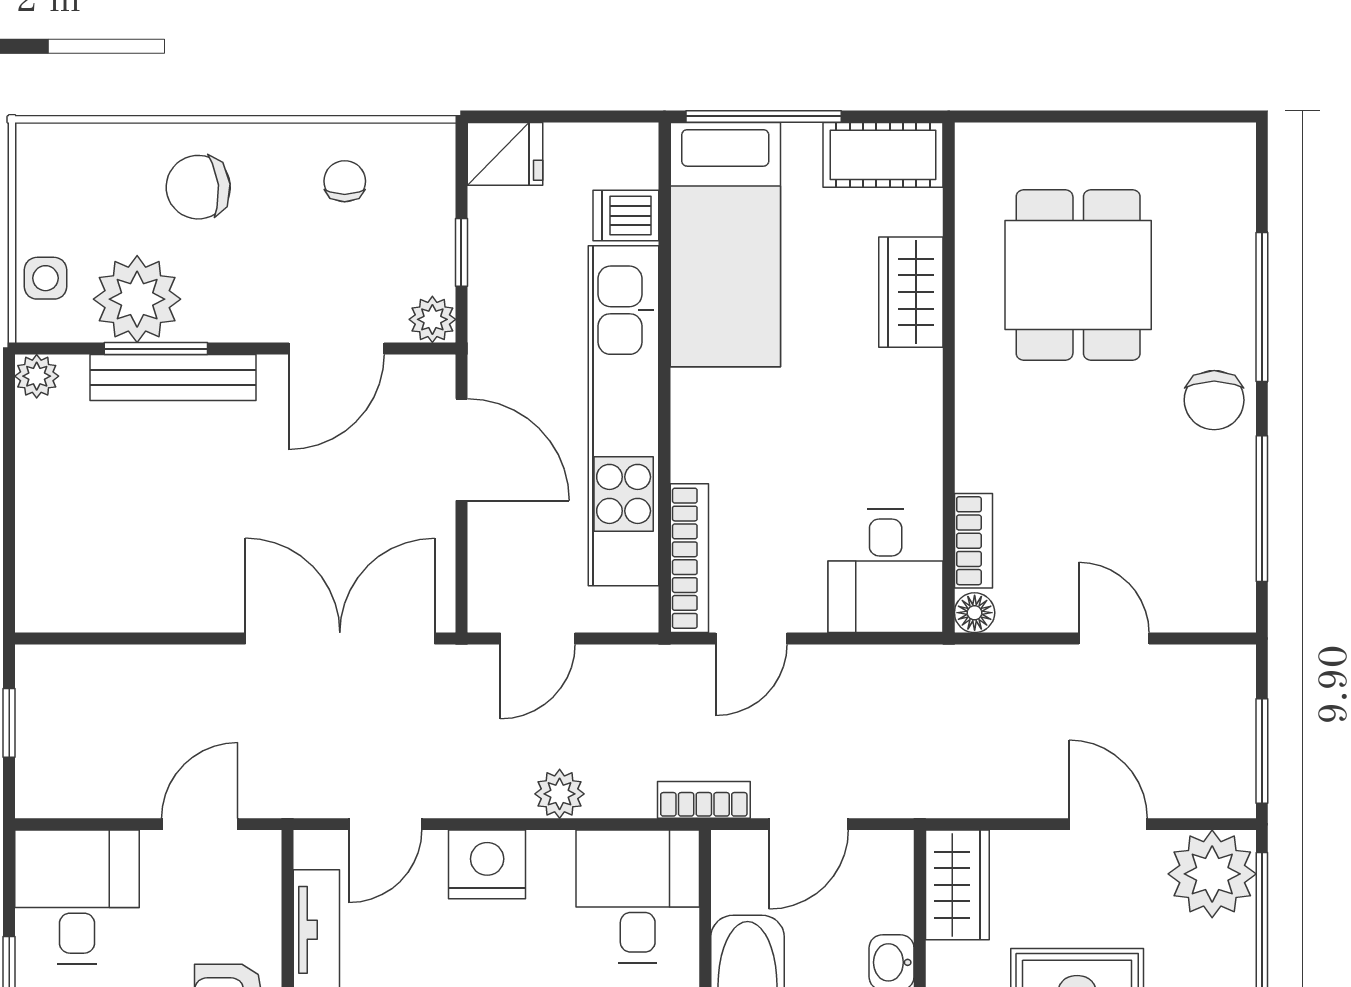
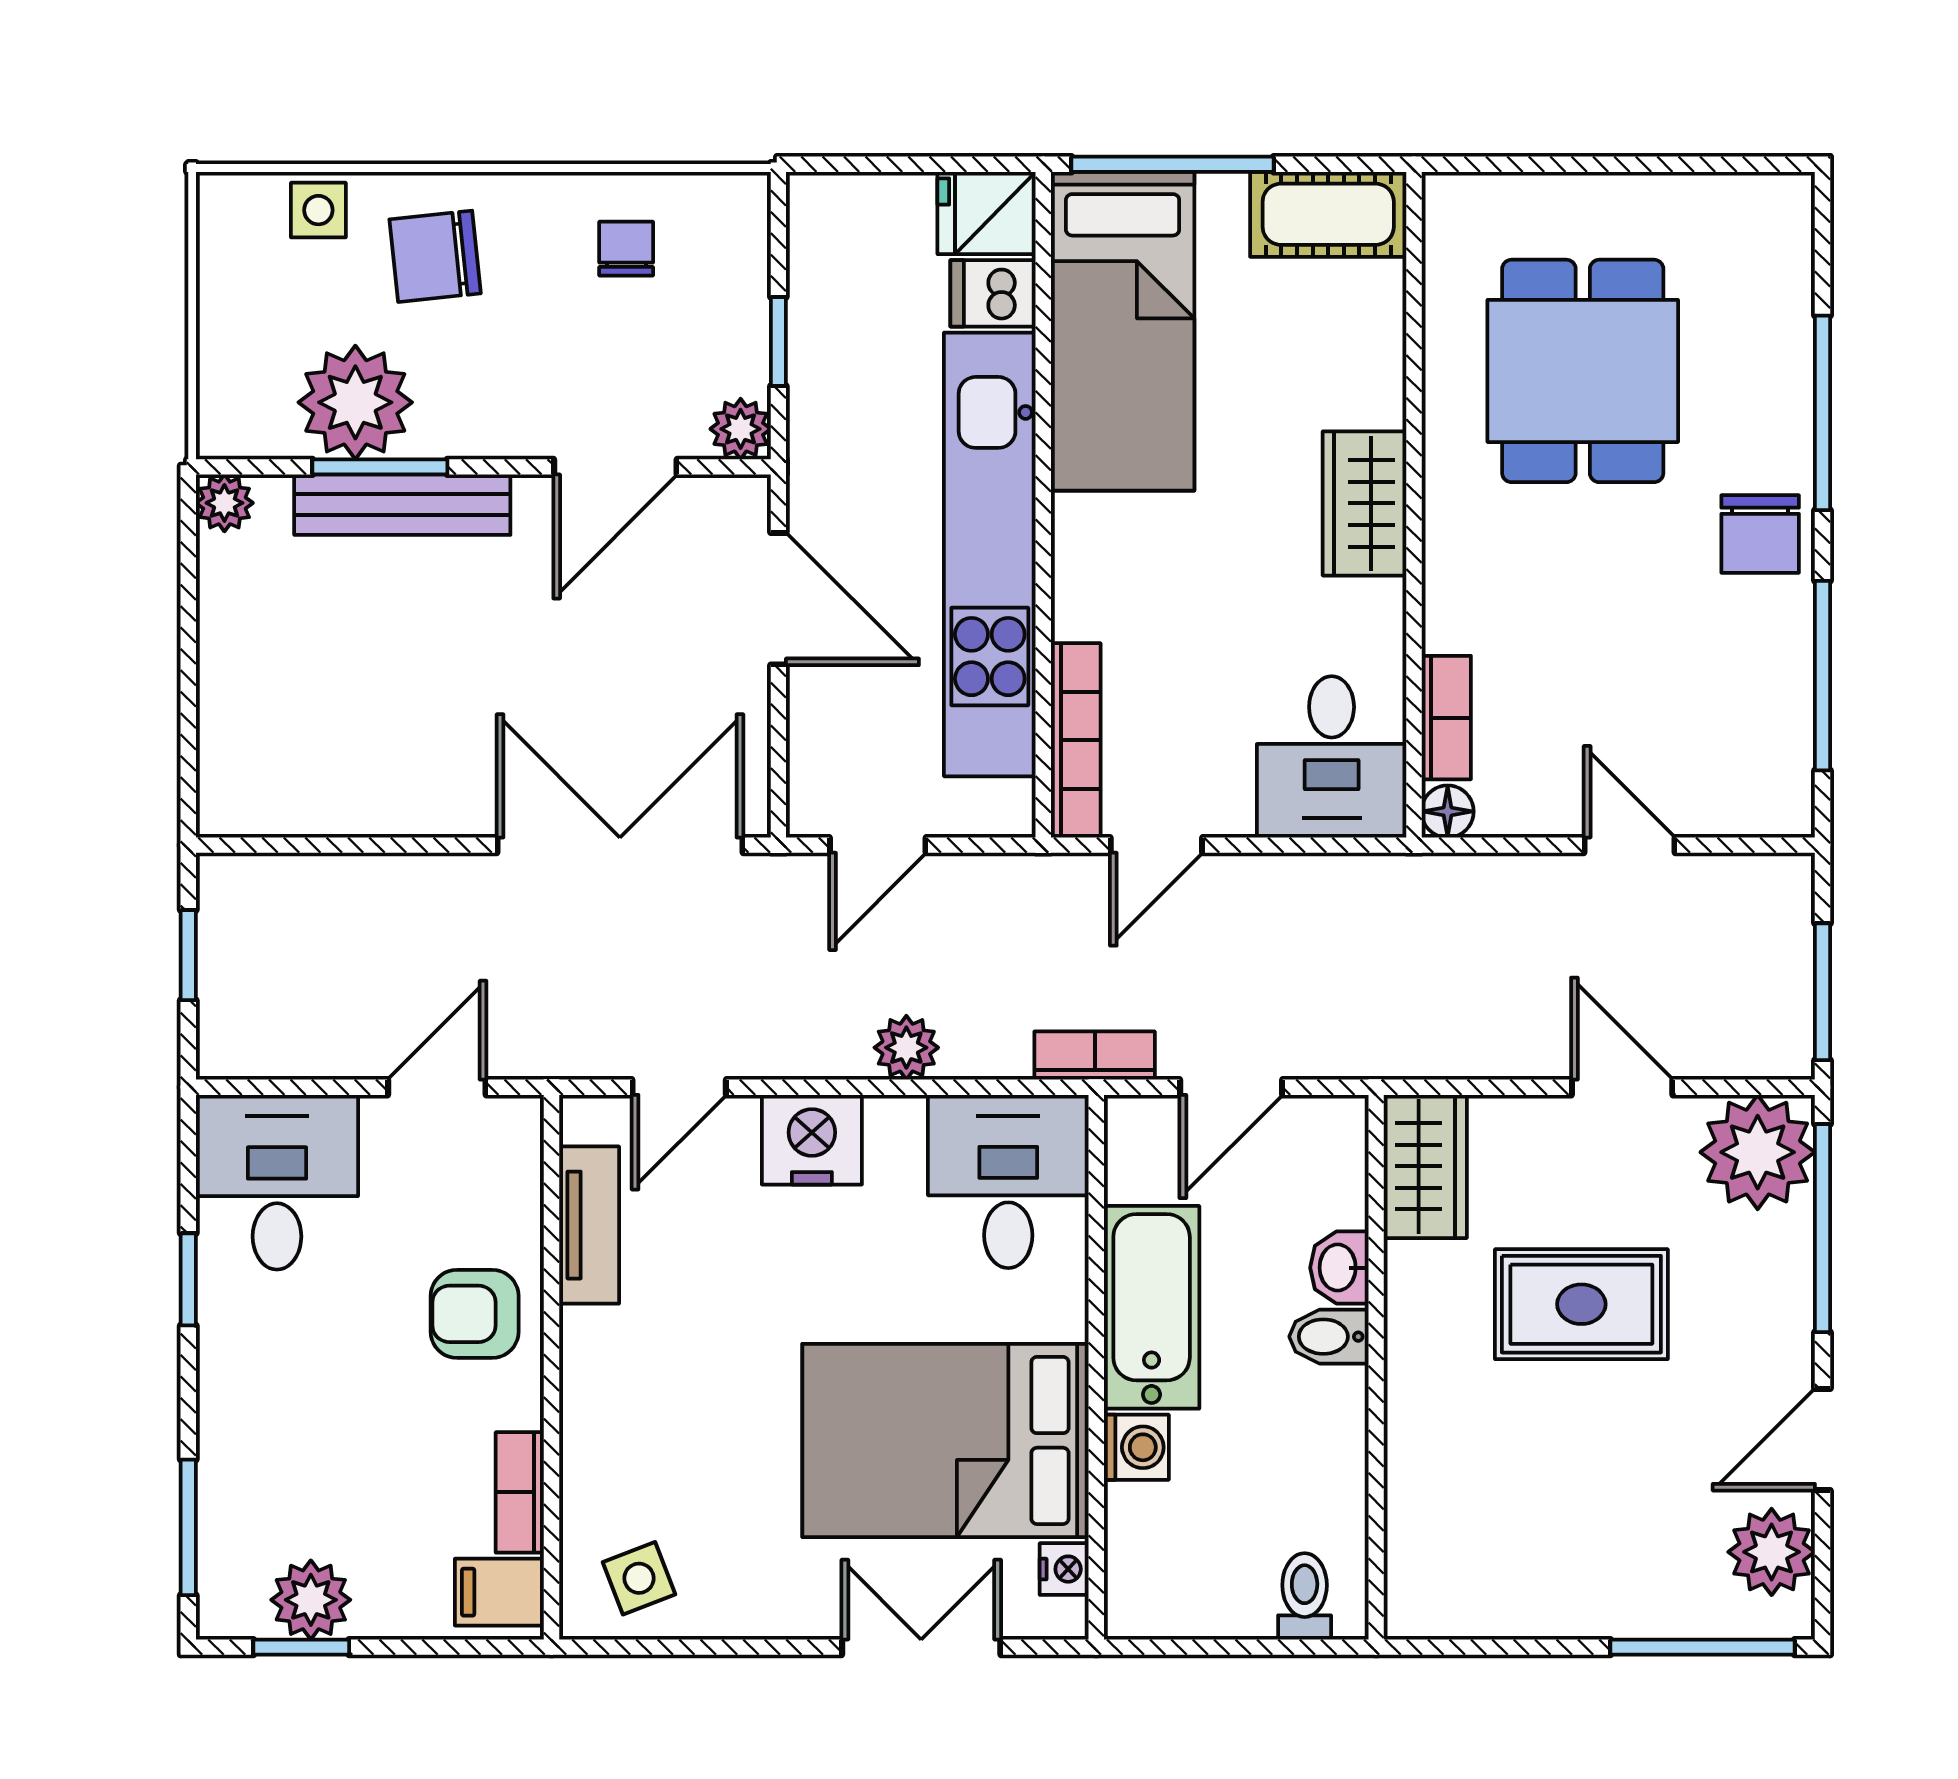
fridge: (505, 154) -> (987, 213), moved, turned 180
side table: (45, 278) -> (318, 210), moved
wardrobe: (911, 292) -> (1365, 503), moved

